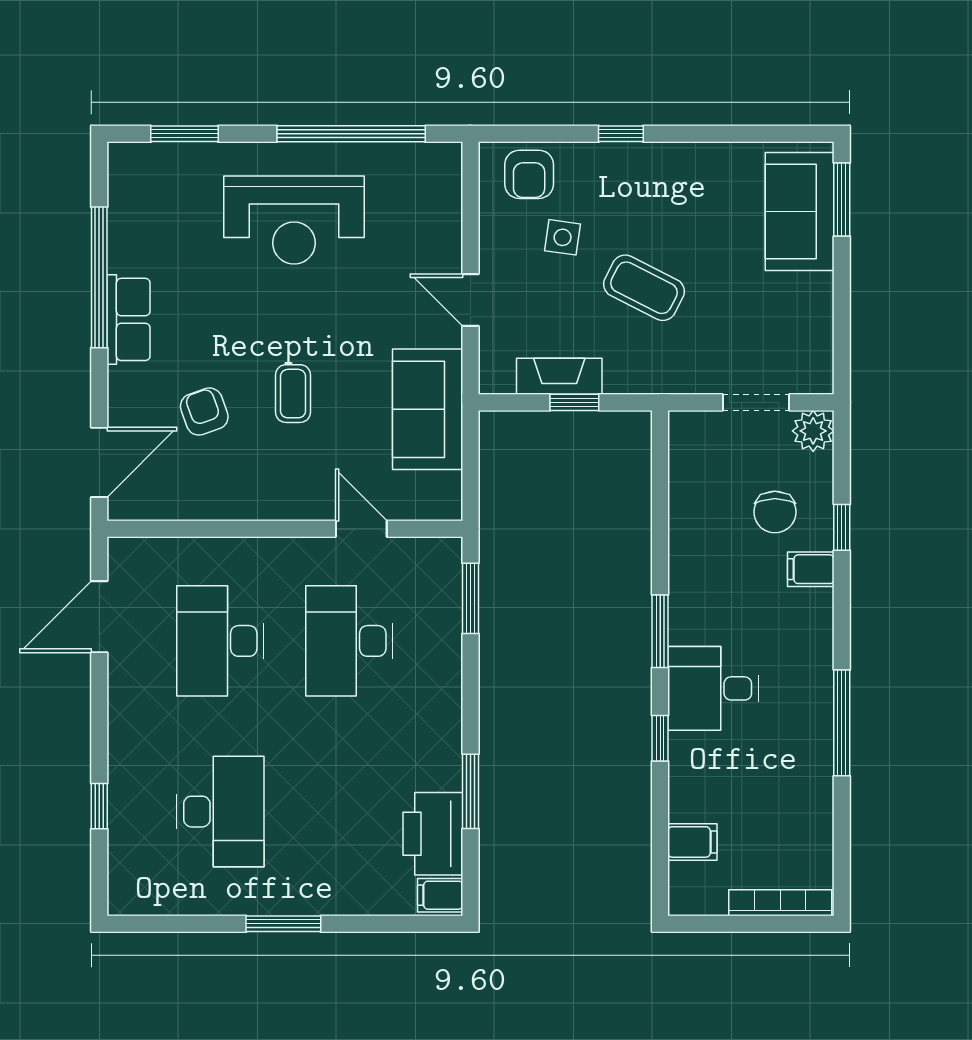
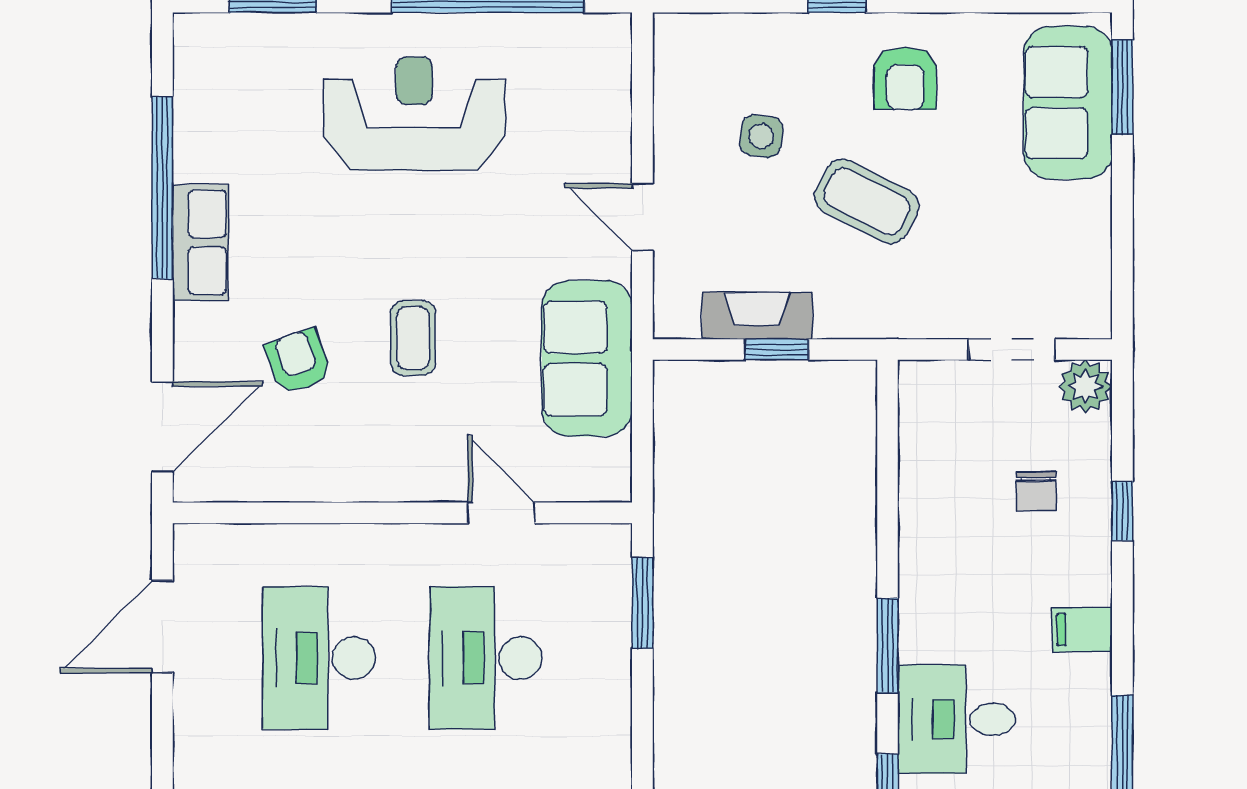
armchair: (529, 174) -> (905, 79), moved
reception desk: (294, 220) -> (414, 114), turned 180
chair: (775, 512) -> (1036, 491), width x0.73, depth x0.73
filing cabinet: (811, 569) -> (1082, 629), moved

